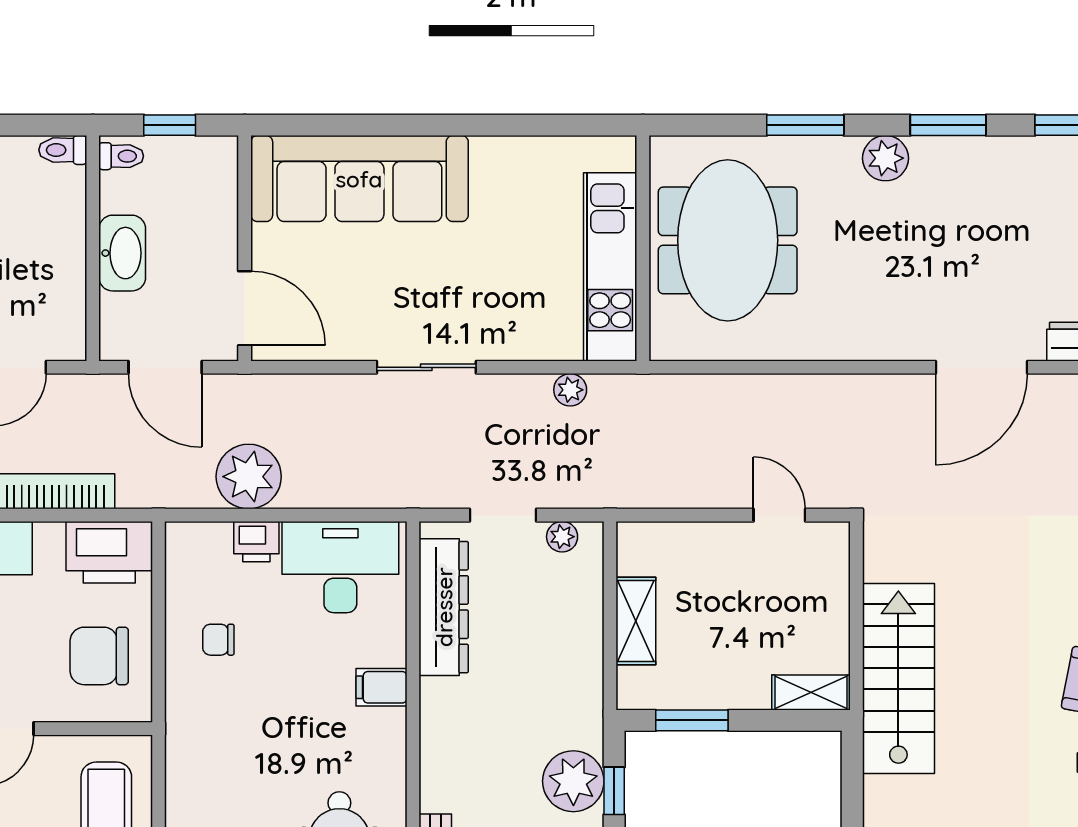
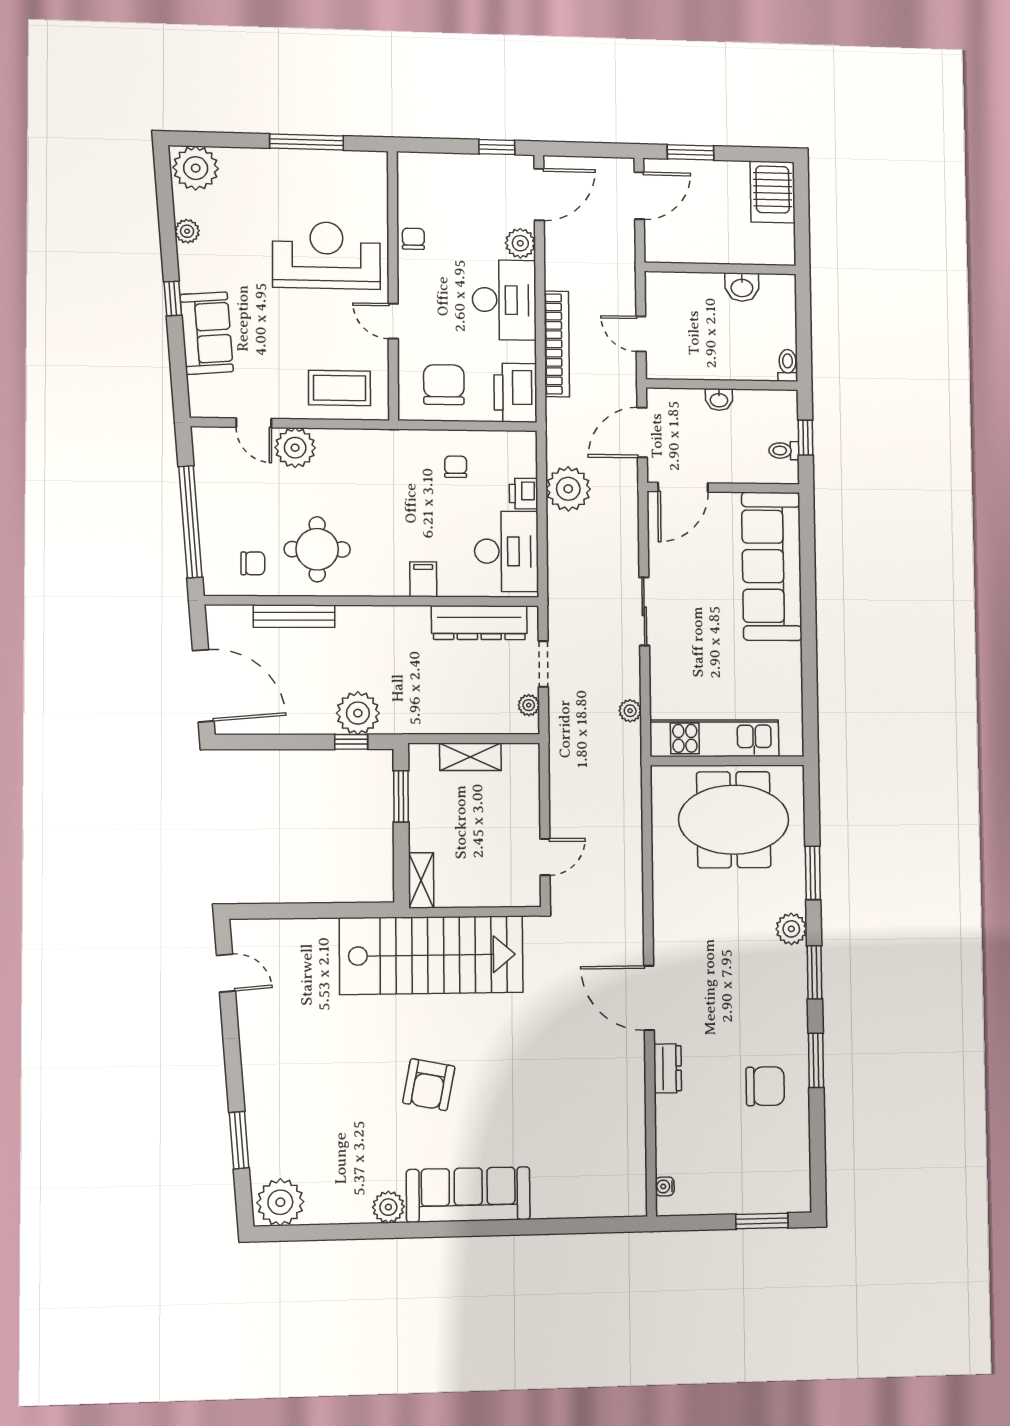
toilet: (121, 156) -> (784, 451), moved, turned 90
washbasin: (122, 253) -> (719, 400), width x0.52, depth x0.69
stairs: (898, 678) -> (431, 955), width x1.36, depth x1.51

